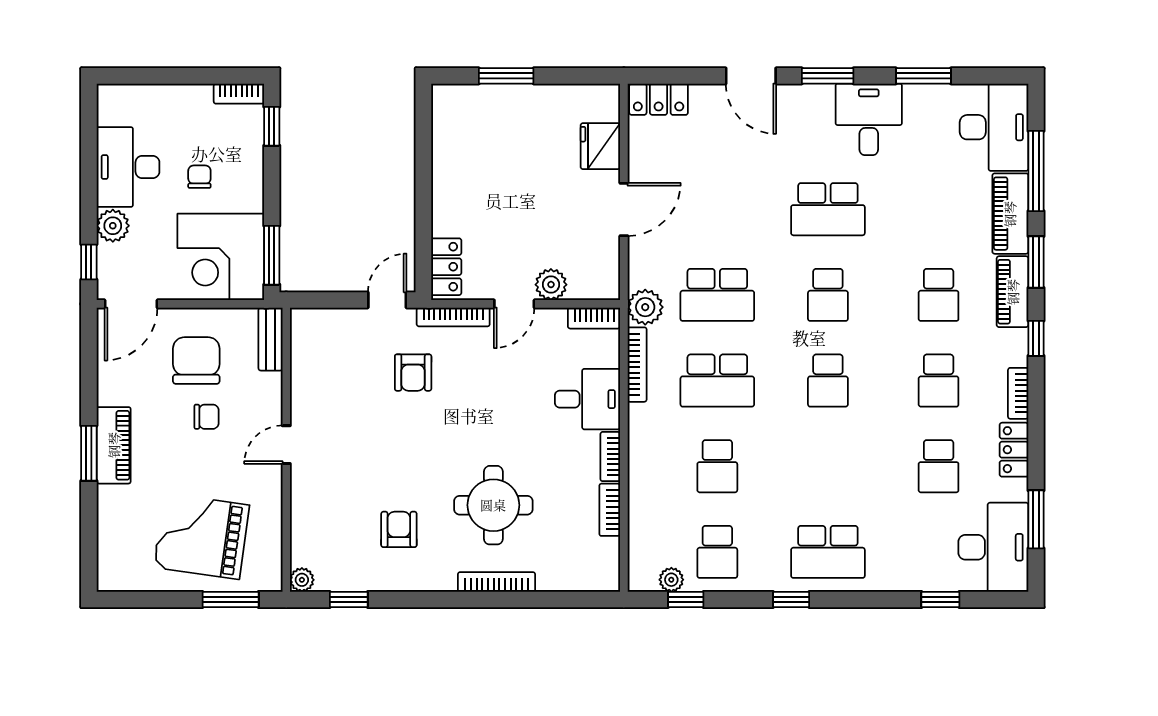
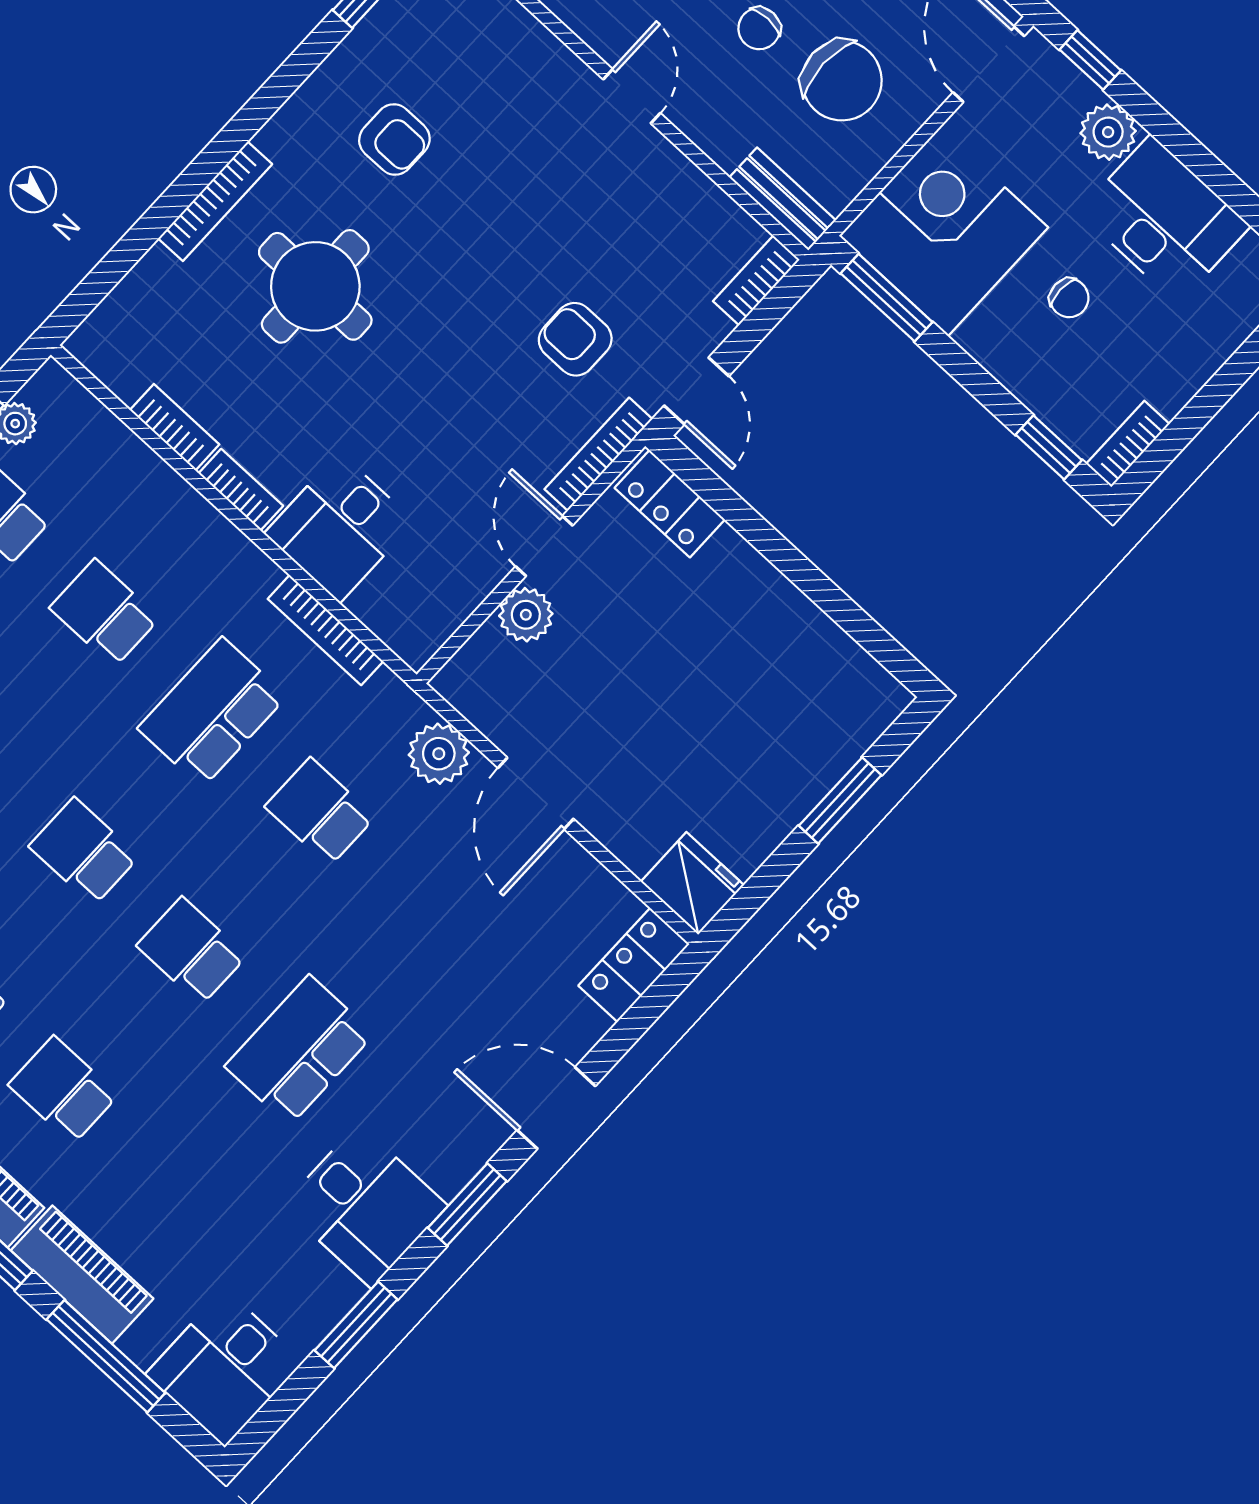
desk: (994, 127) -> (225, 1368), width x0.73
fridge: (600, 146) -> (692, 883), moved
school desk: (717, 295) -> (320, 812), width x0.54
plant: (645, 307) -> (439, 754), moved
bookcase: (594, 318) -> (756, 280), moved

